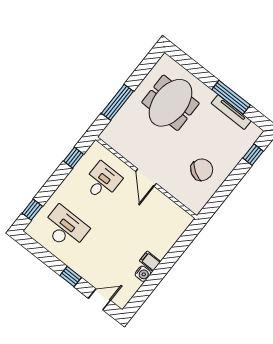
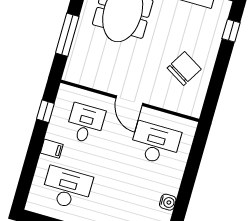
window: (32, 210) -> (25, 183), removed
desk: (153, 221) -> (155, 143), added
filing cabinet: (150, 261) -> (52, 149), moved, turned 180

